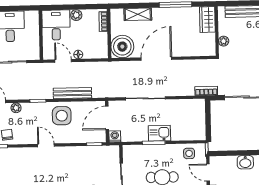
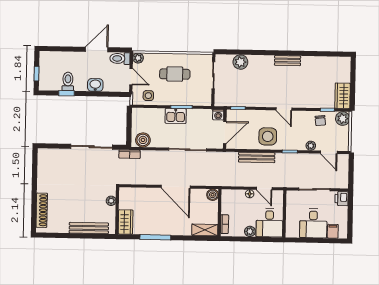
shelving: (138, 14) -> (205, 230), moved
boiler: (122, 47) -> (213, 195), width x0.54, depth x0.54
door: (156, 59) -> (176, 187), hinge flipped
boiler: (193, 106) -> (143, 140), added

